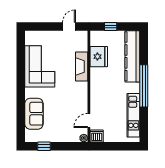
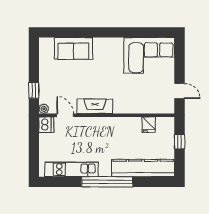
fridge: (99, 57) -> (149, 125), width x0.53, depth x0.75
corner sofa: (40, 66) -> (149, 55), moved
fireplace: (82, 66) -> (95, 106), moved
window: (44, 146) -> (34, 90), moved

